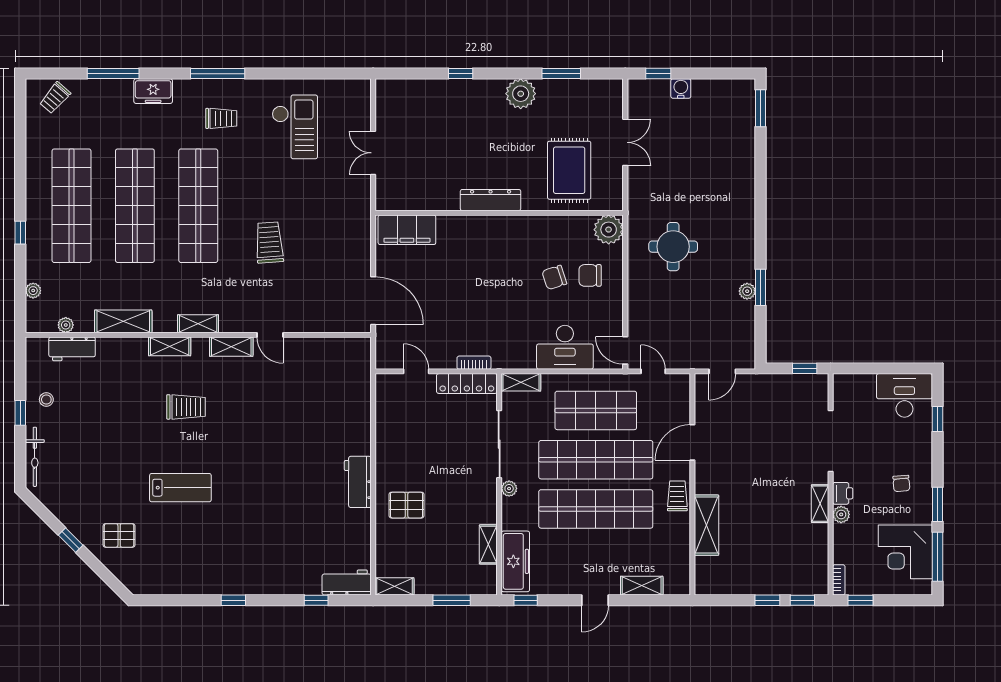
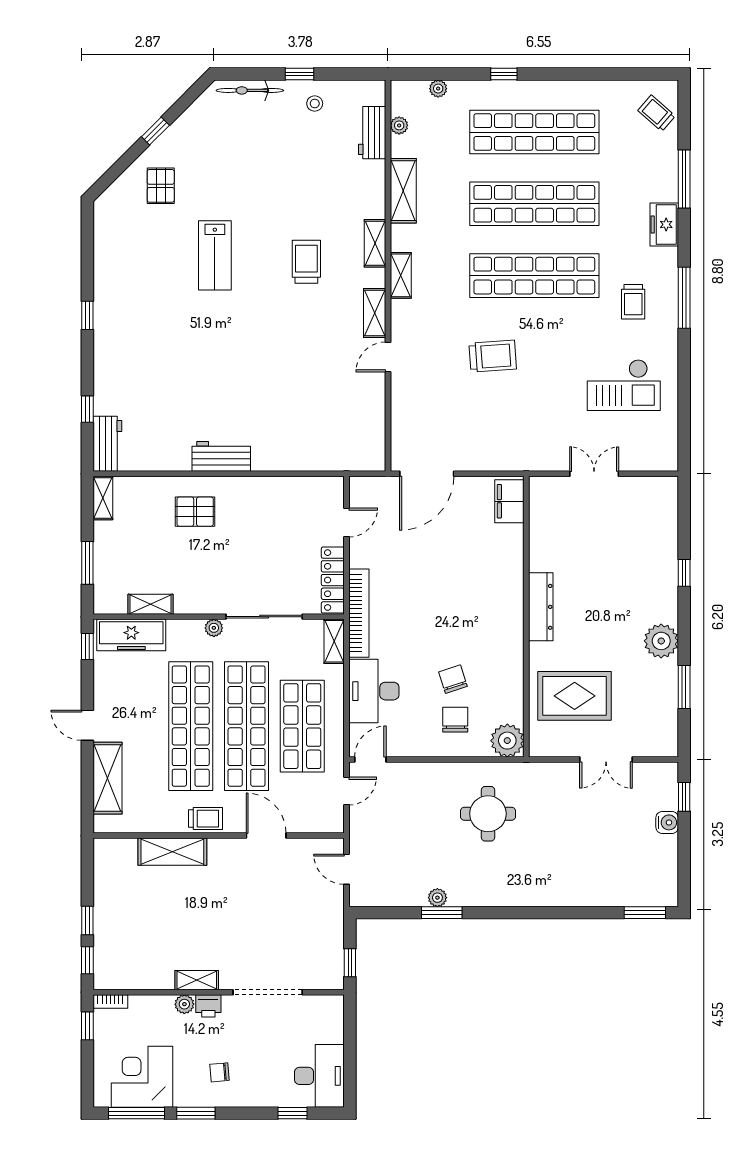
filing cabinet: (407, 230) -> (509, 501), width x0.67, depth x0.86
bookcase: (474, 363) -> (359, 613), width x2.31, depth x1.31
trolley: (186, 407) -> (306, 262), turned 180
pallet: (407, 505) -> (195, 512), turned 90
shelving: (642, 586) -> (107, 778), width x1.50, depth x1.33

